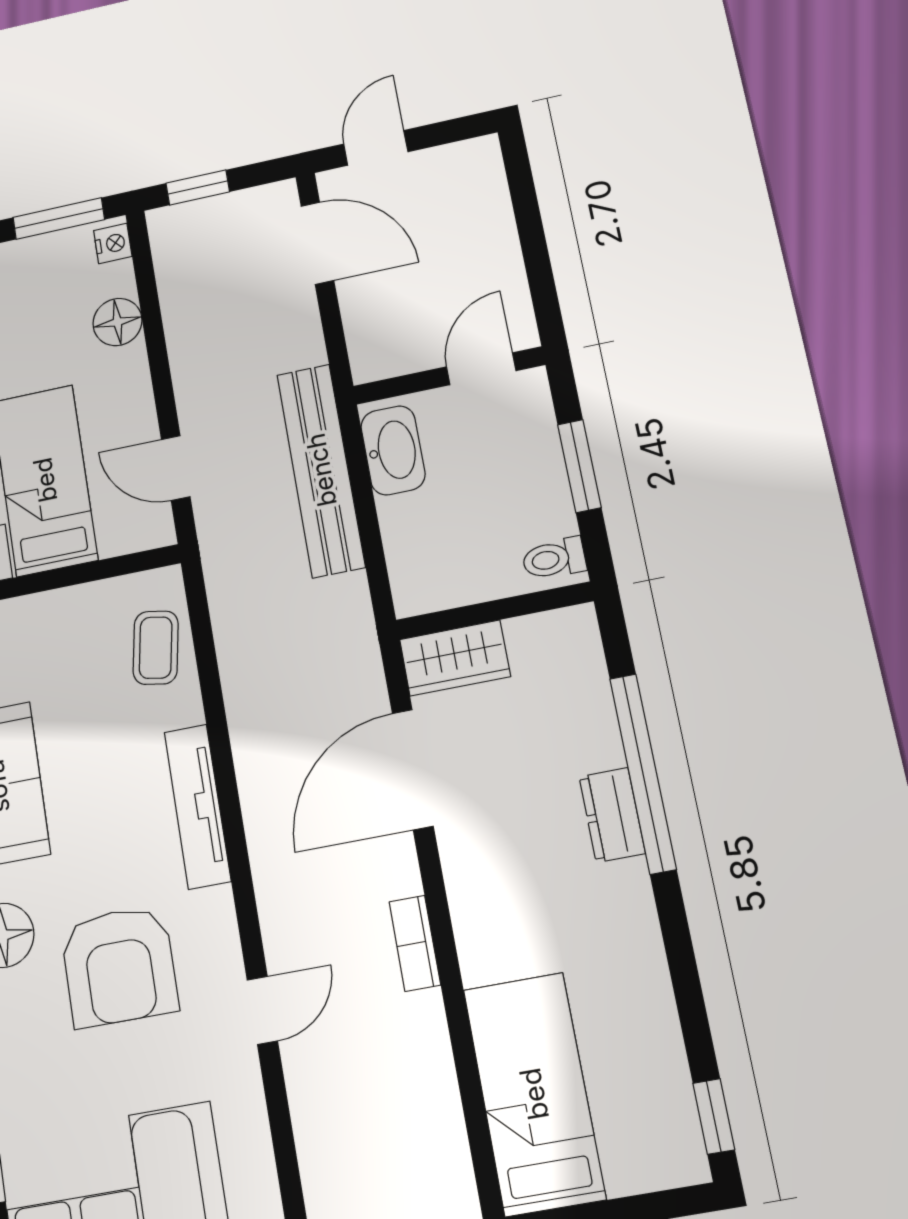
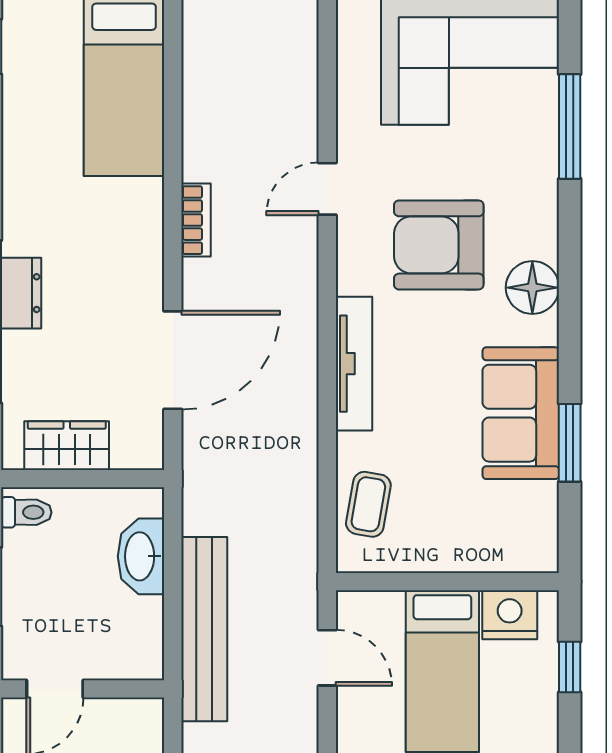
washbasin: (393, 450) -> (141, 556), moved
wardrobe: (455, 658) -> (67, 446), moved
armchair: (119, 966) -> (439, 245), turned -90

